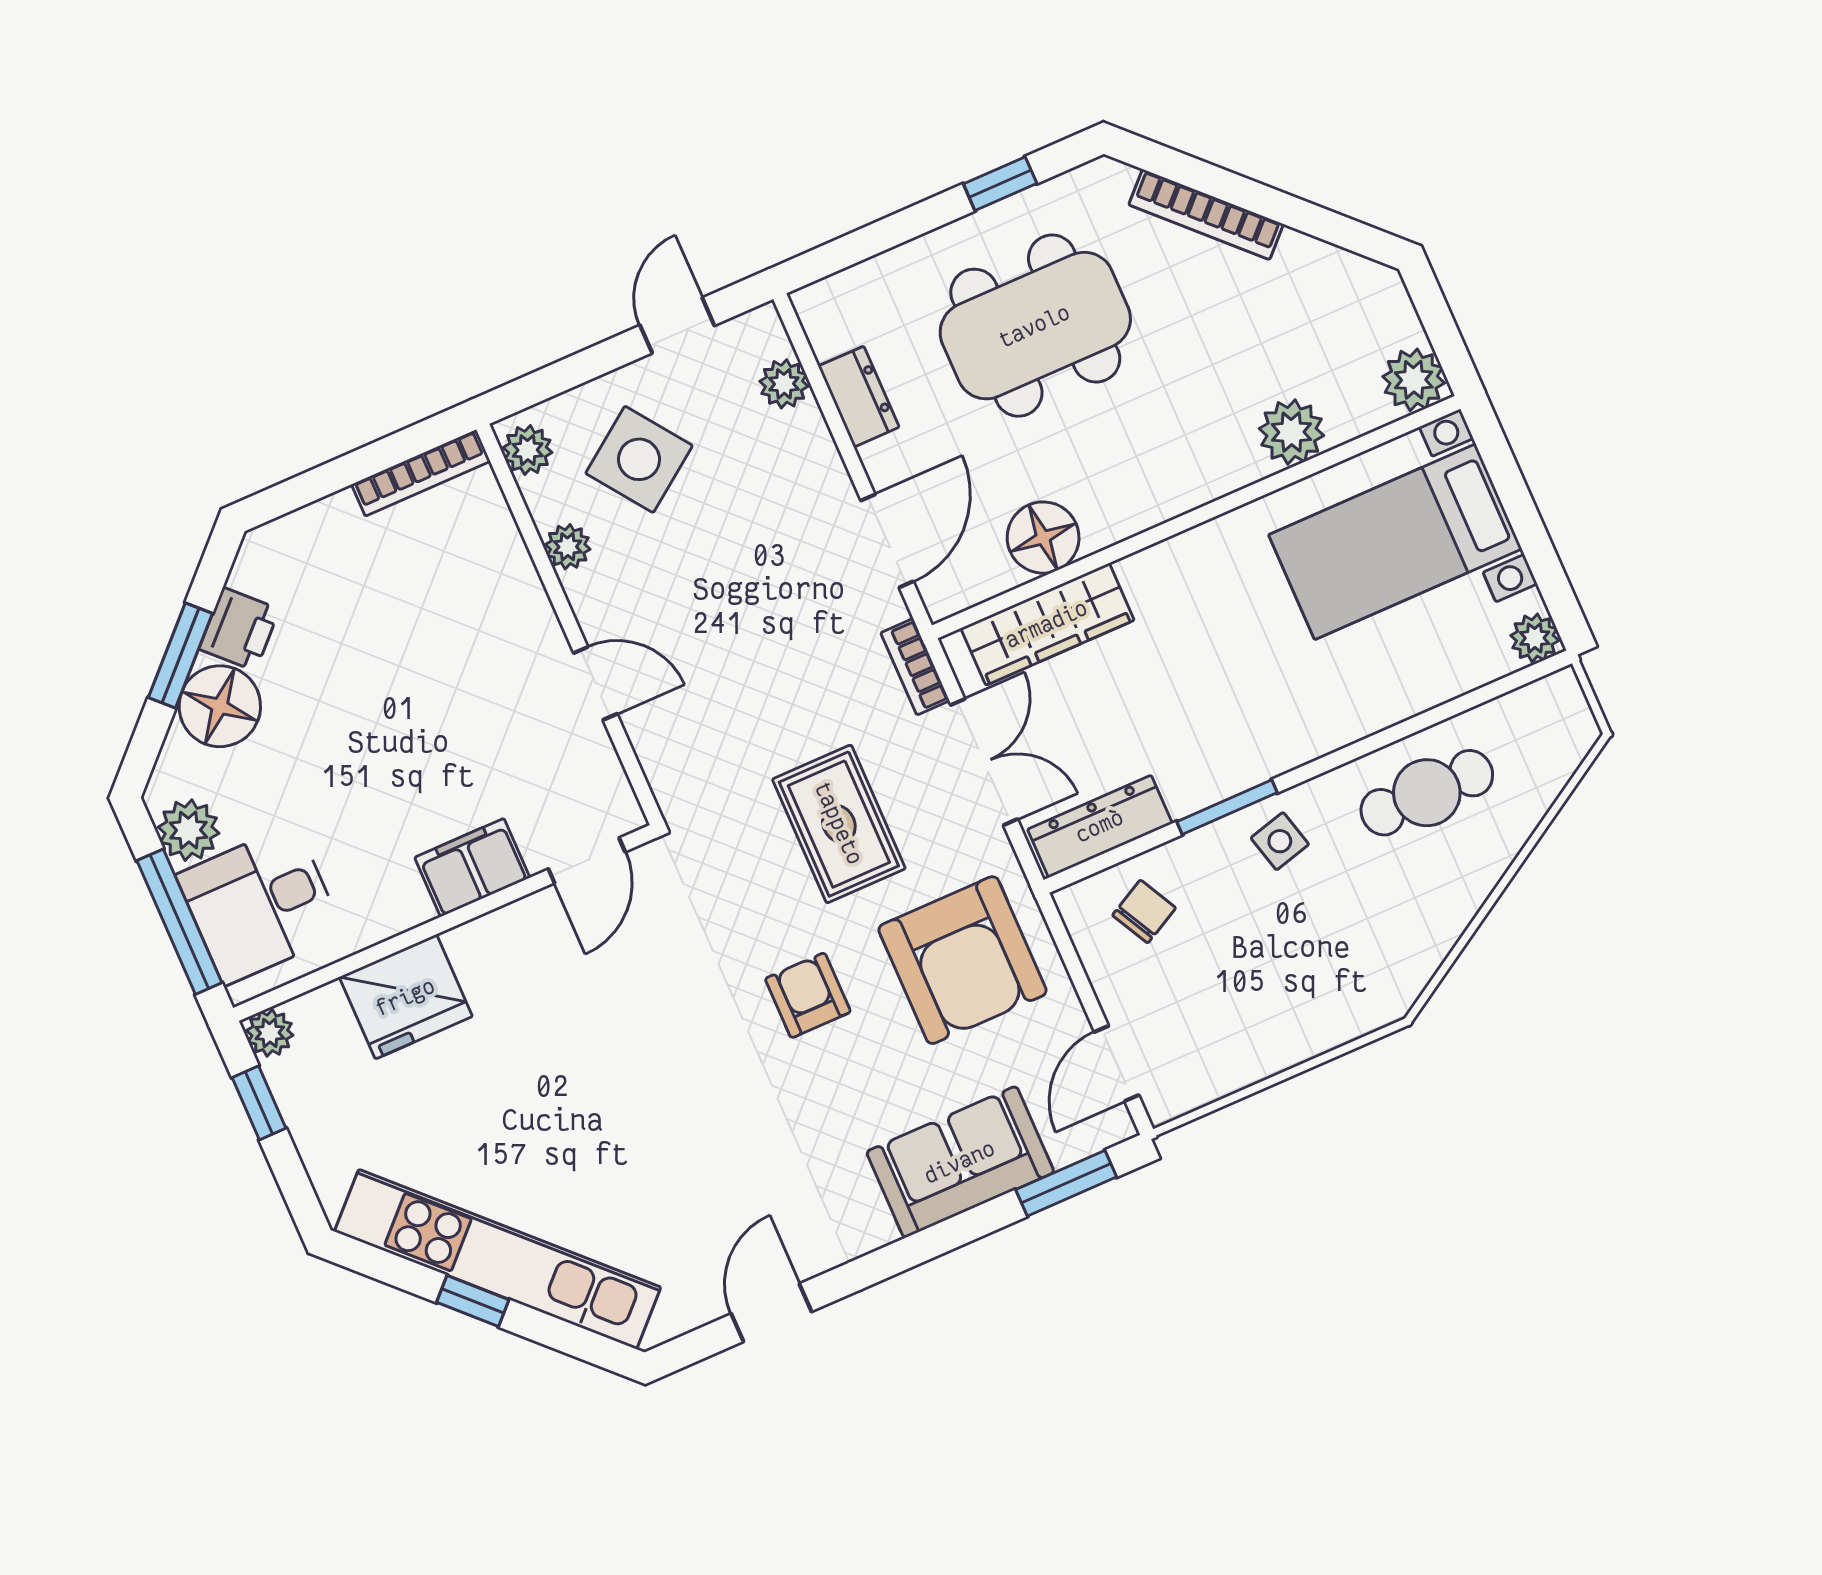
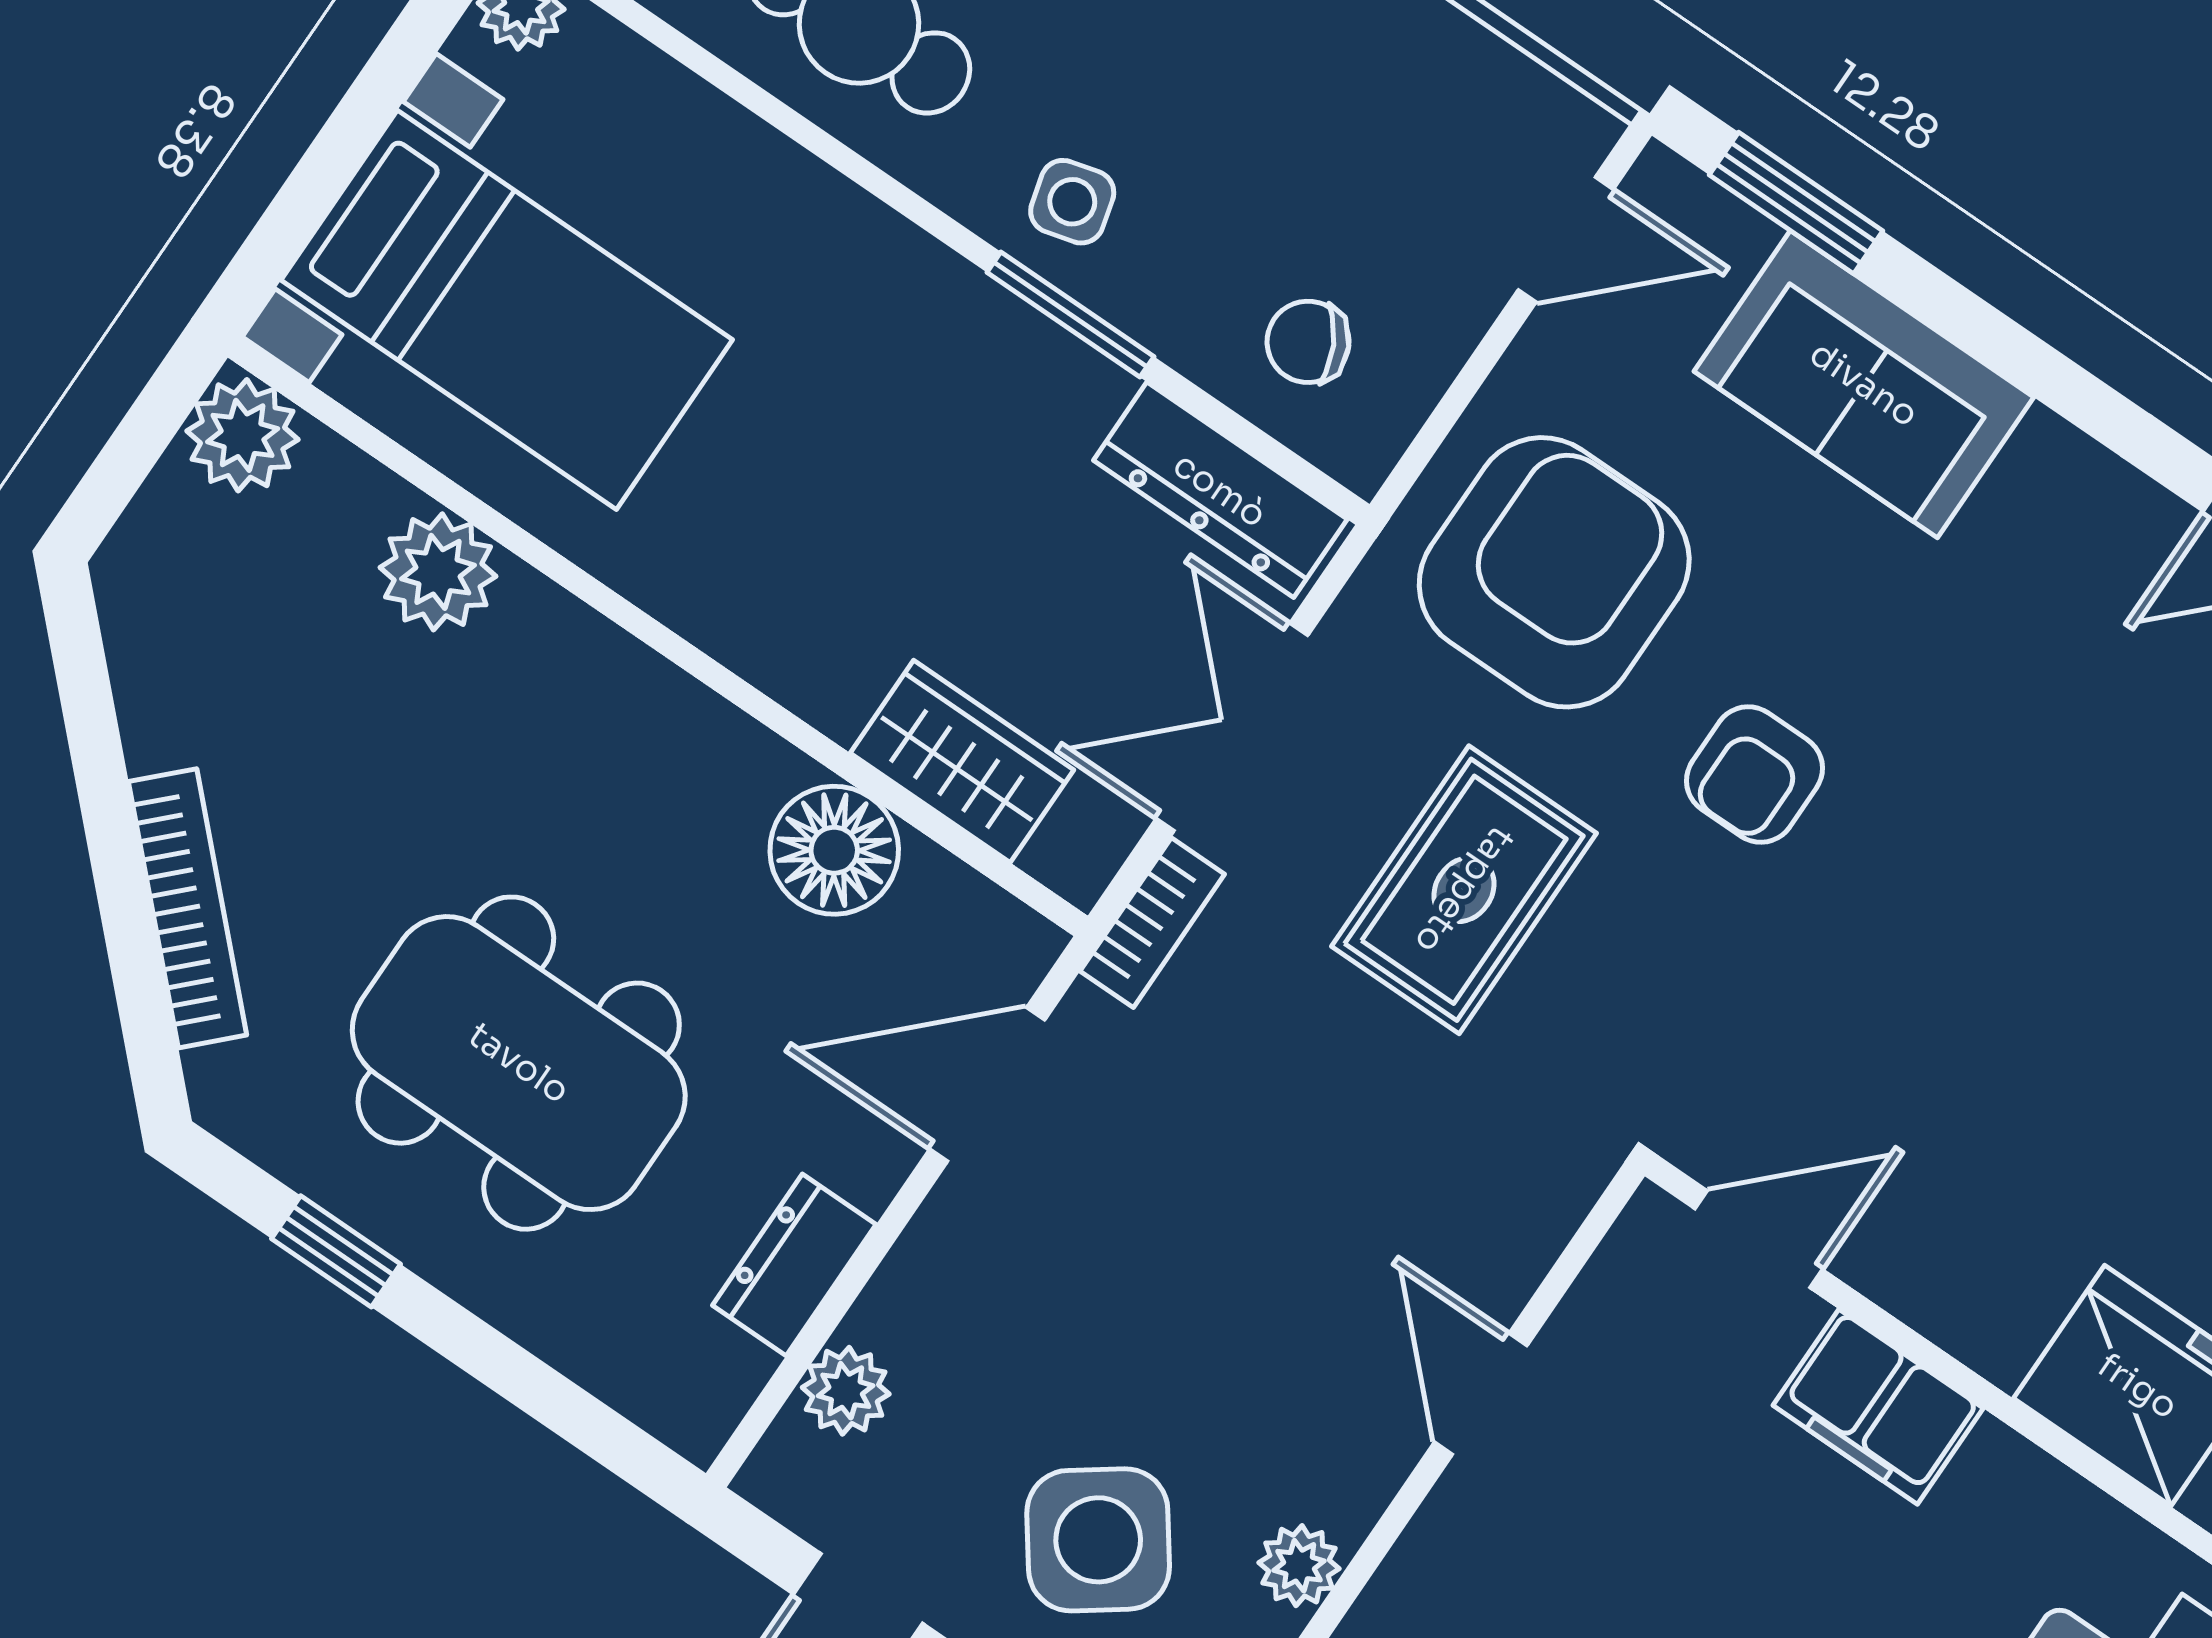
wardrobe: (1047, 624) -> (962, 761), width x0.67

